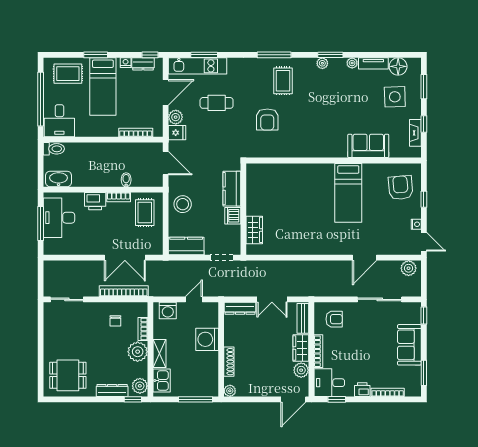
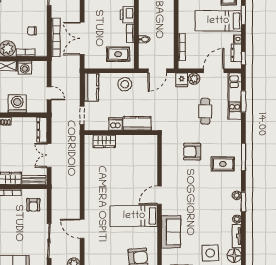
door: (166, 92) -> (214, 71), swing flipped
door: (322, 160) -> (159, 195), added
washing machine: (168, 311) -> (25, 67), moved, turned -90

